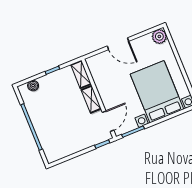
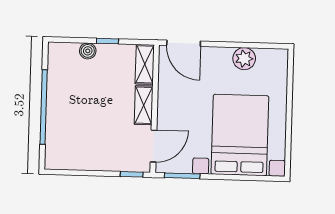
plant: (159, 36) -> (244, 59), moved
door: (118, 44) -> (184, 43), moved
boiler: (33, 86) -> (88, 51), moved

